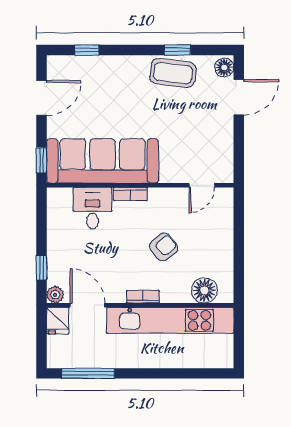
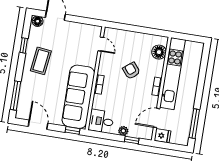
window: (87, 50) -> (16, 96), width x2.17
coffee table: (173, 73) -> (41, 61), moved
desk: (93, 208) -> (101, 121), moved
plant: (55, 295) -> (123, 131), moved

